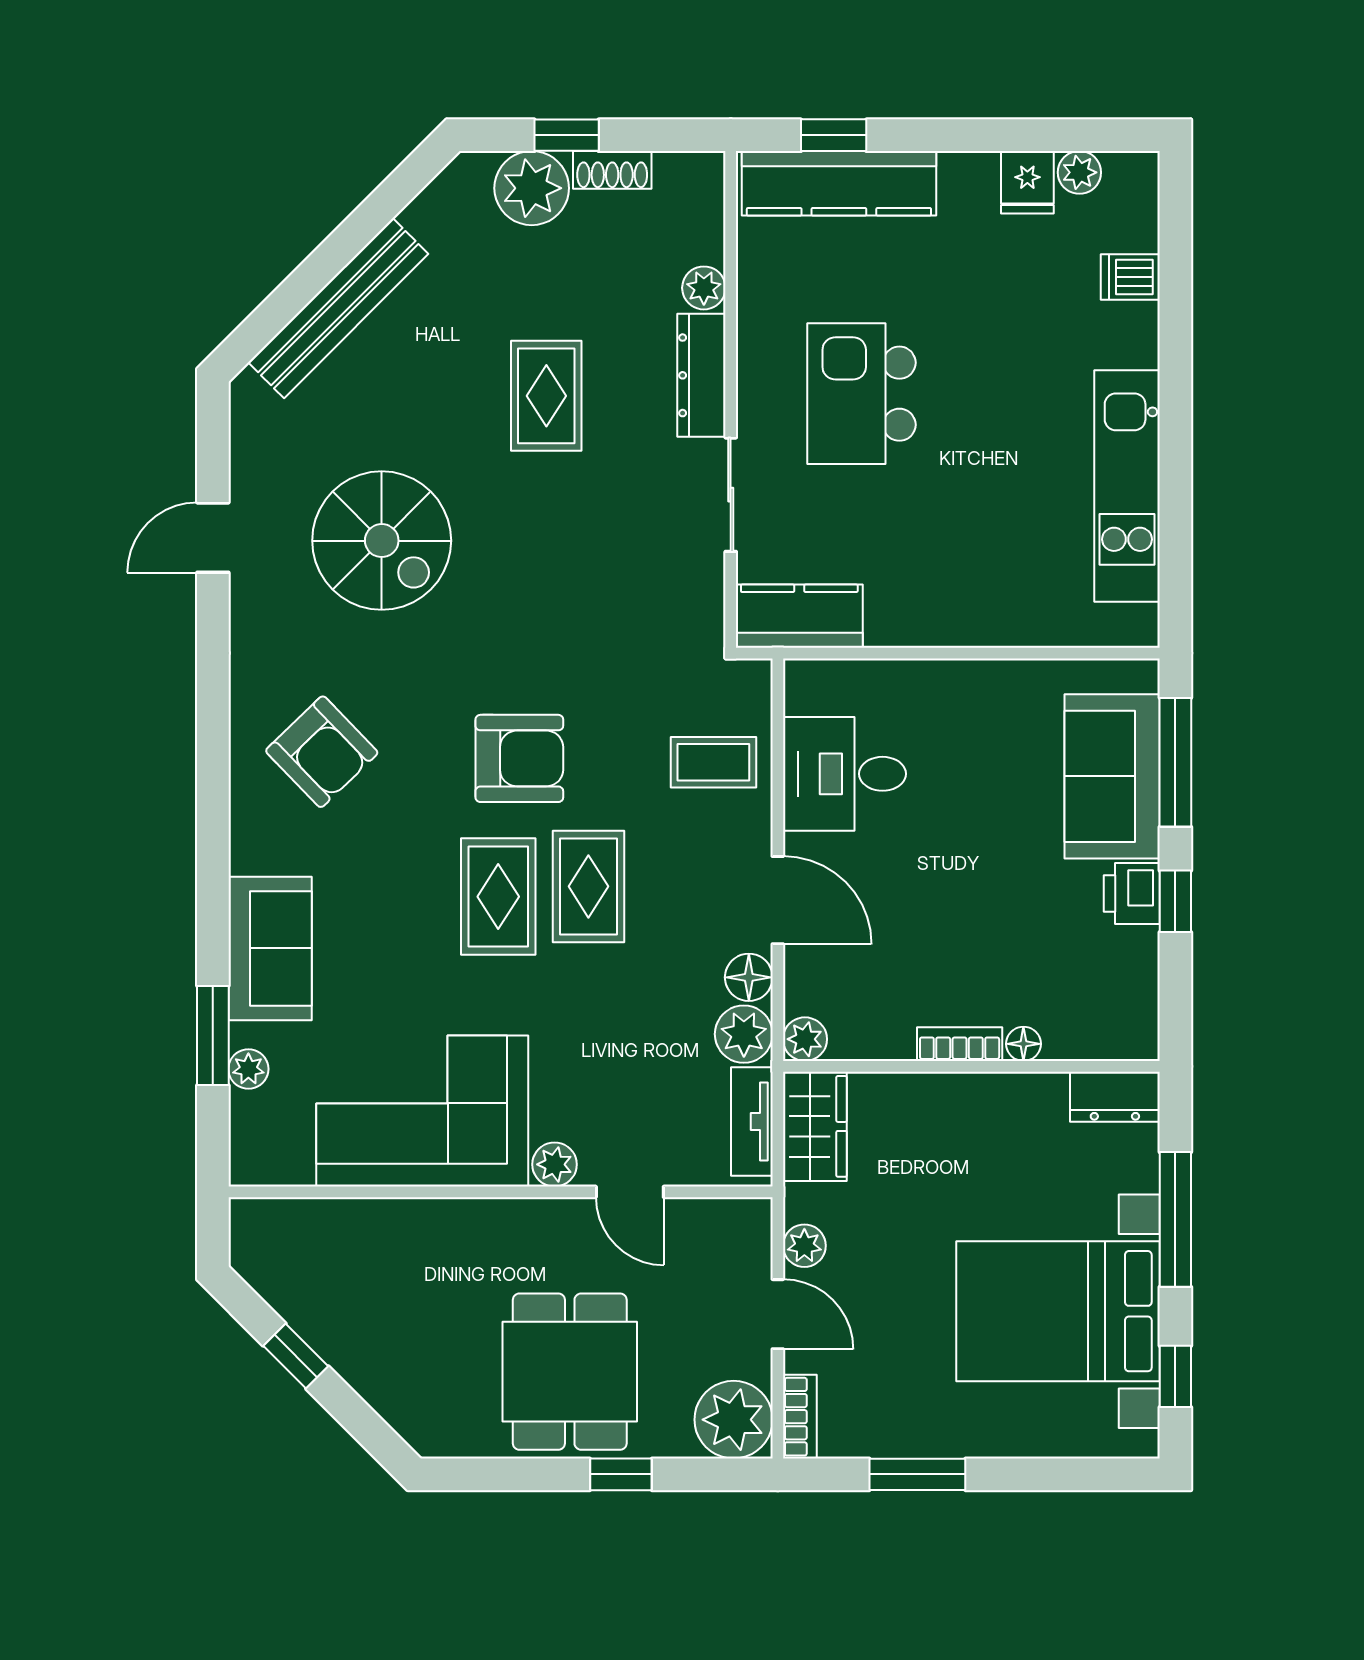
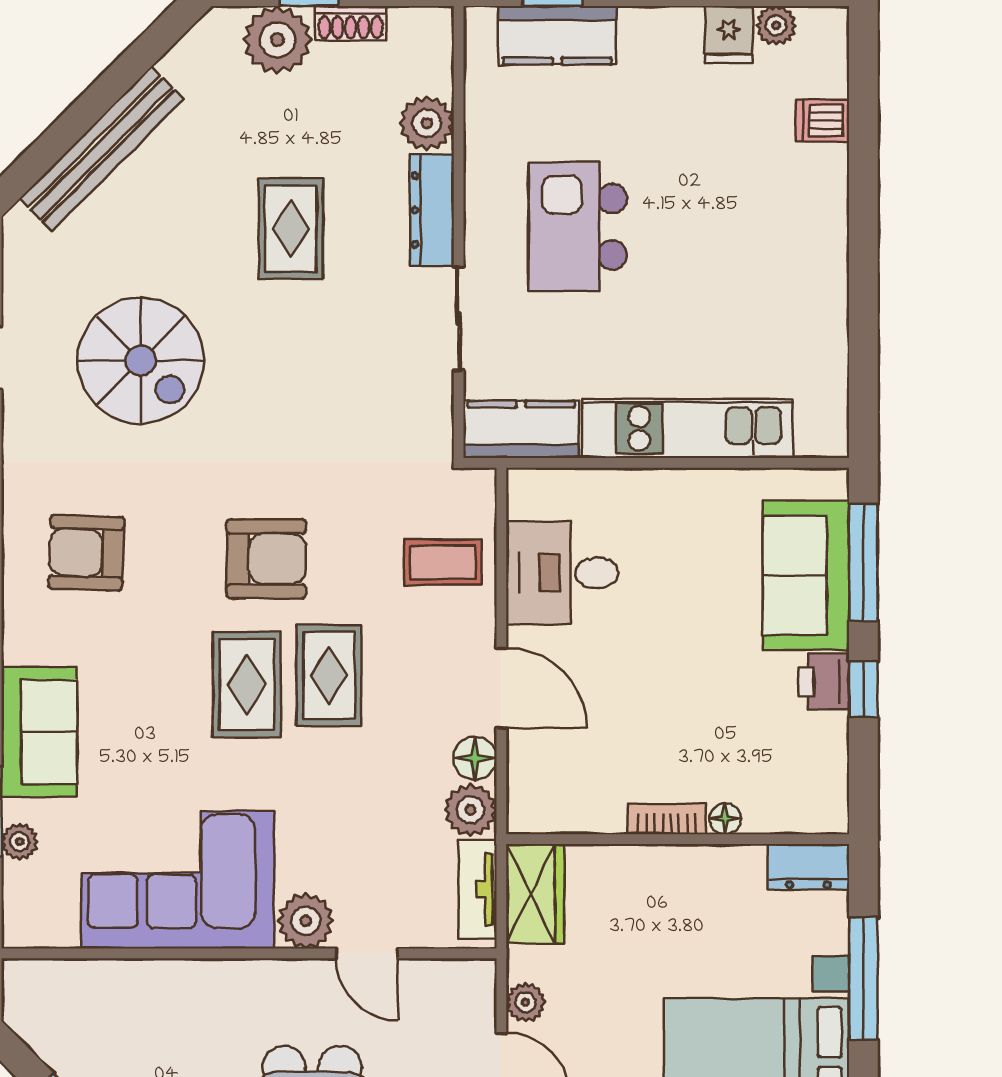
kitchen counter: (839, 183) -> (557, 35), width x0.67
plant: (704, 288) -> (427, 123), width x1.38, depth x1.38
kitchen unit: (1127, 486) -> (688, 428), moved, turned 90
armchair: (322, 752) -> (86, 553), turned 136
plant: (805, 1039) -> (526, 814), removed
plant: (555, 1164) -> (306, 921), width x1.38, depth x1.38

